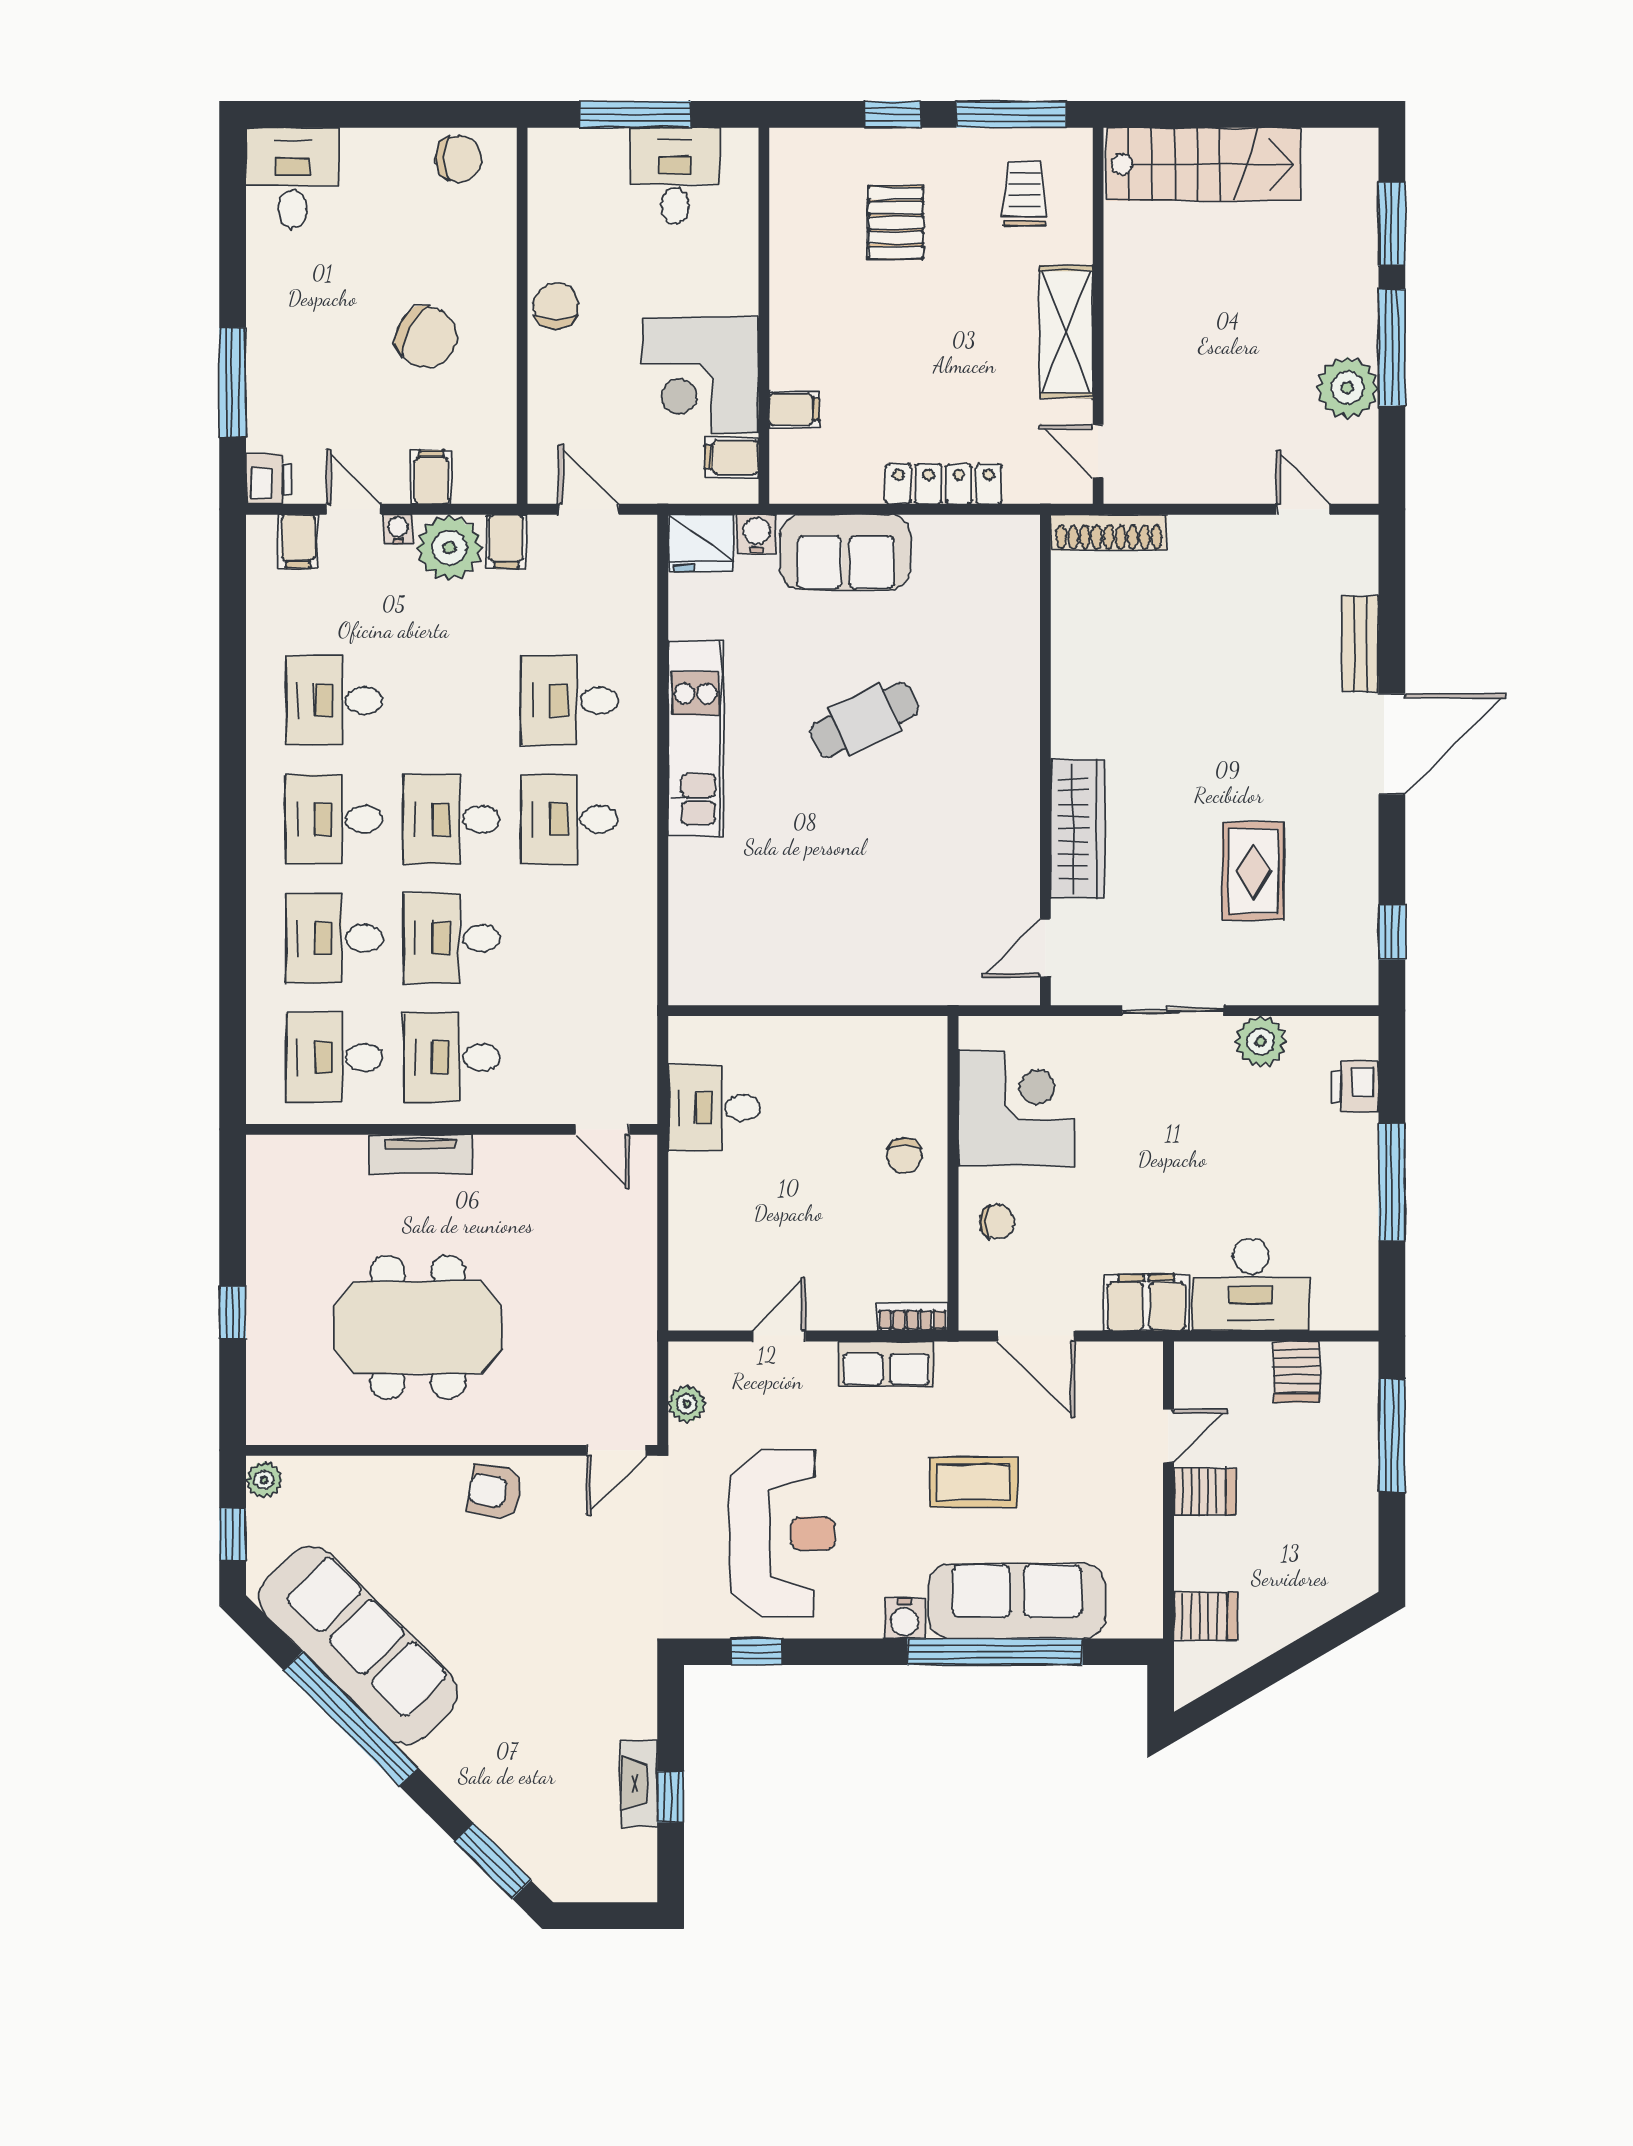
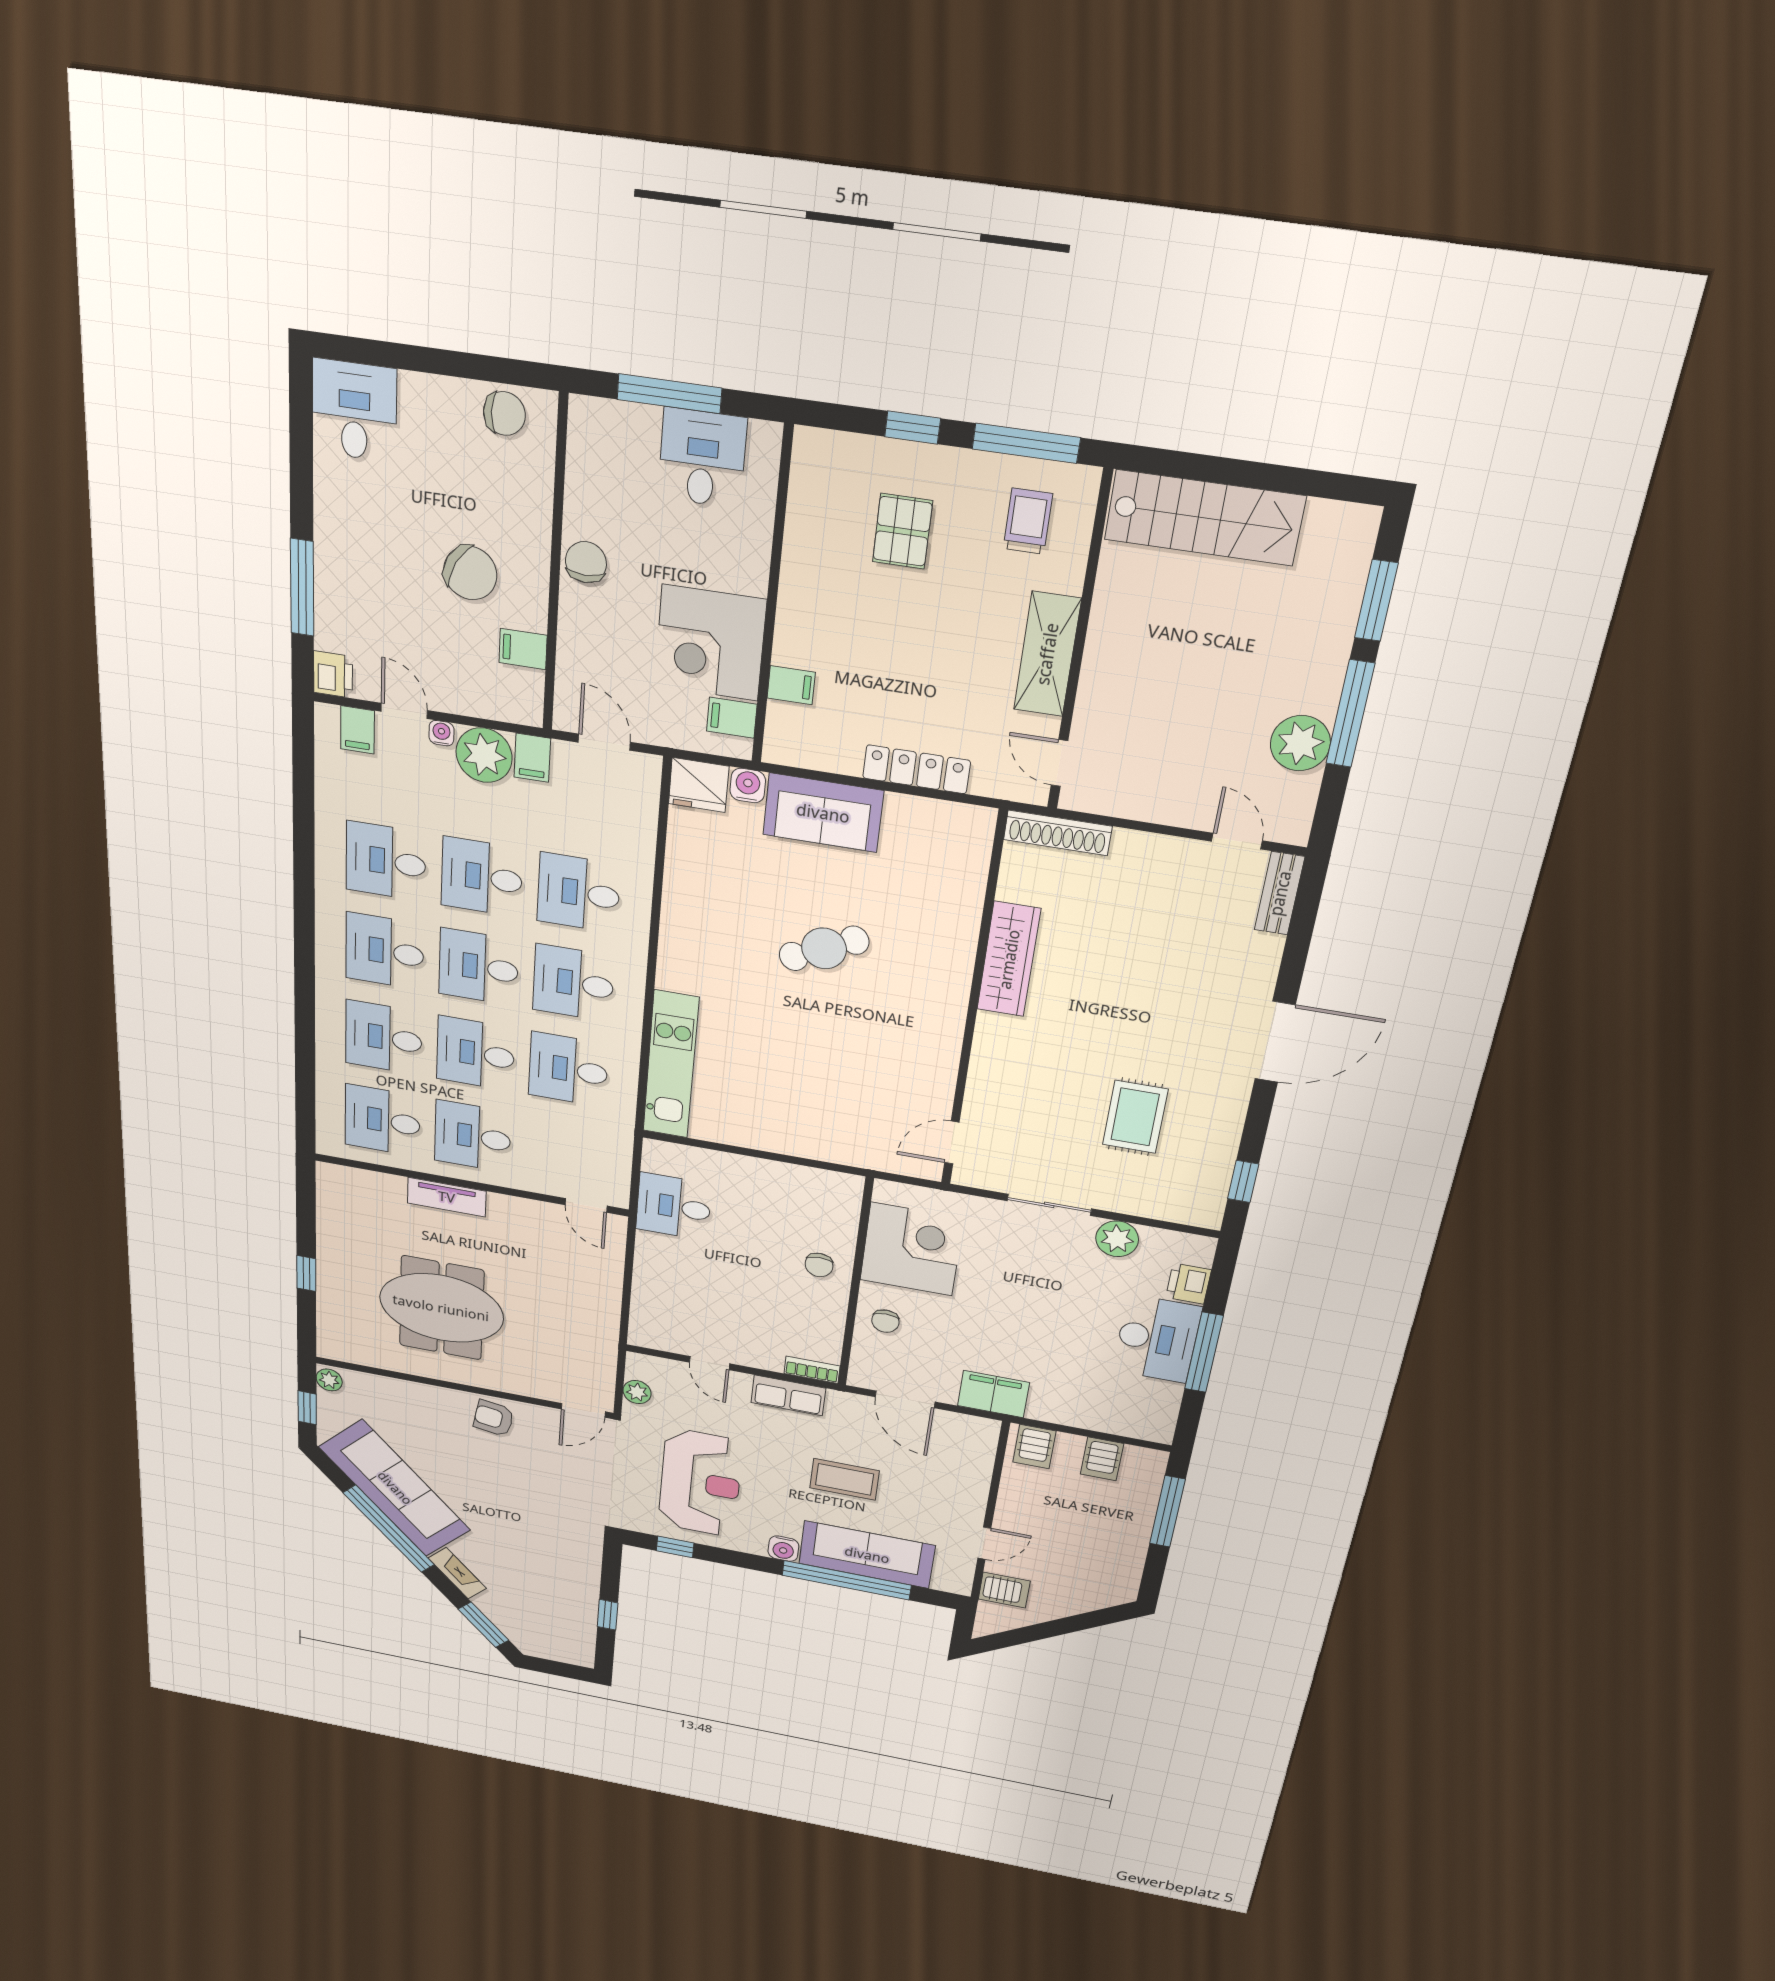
filing cabinet: (431, 477) -> (523, 649), moved, turned -90
bench: (1360, 644) -> (1280, 893), moved
desk: (452, 700) -> (482, 877), added
kitchen unit: (696, 738) -> (671, 1065), moved
wardrobe: (1077, 829) -> (1009, 959), moved
desk: (569, 938) -> (568, 1069), added
chair: (997, 1222) -> (885, 1321), turned 90
desk: (1251, 1285) -> (1157, 1339), moved, turned -90
door: (779, 1336) -> (710, 1363), swing flipped
door: (1168, 1436) -> (984, 1543), moved
server rack: (1205, 1492) -> (1034, 1447), moved, turned 90
fireplace: (639, 1784) -> (457, 1573), moved, turned 135

